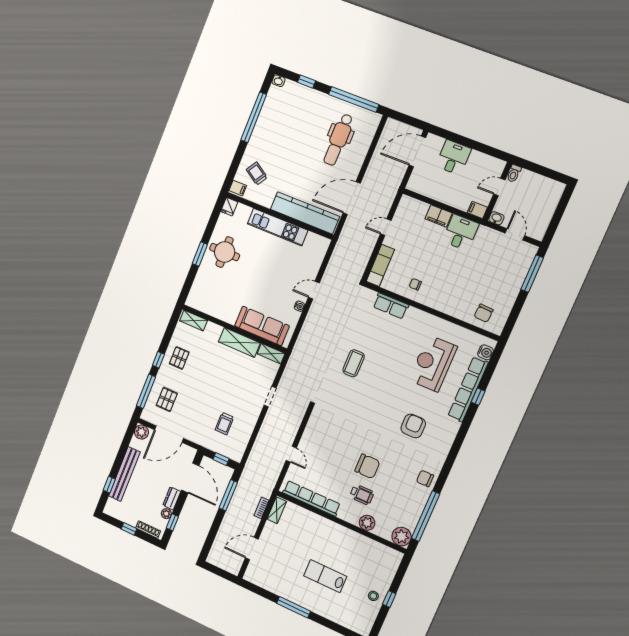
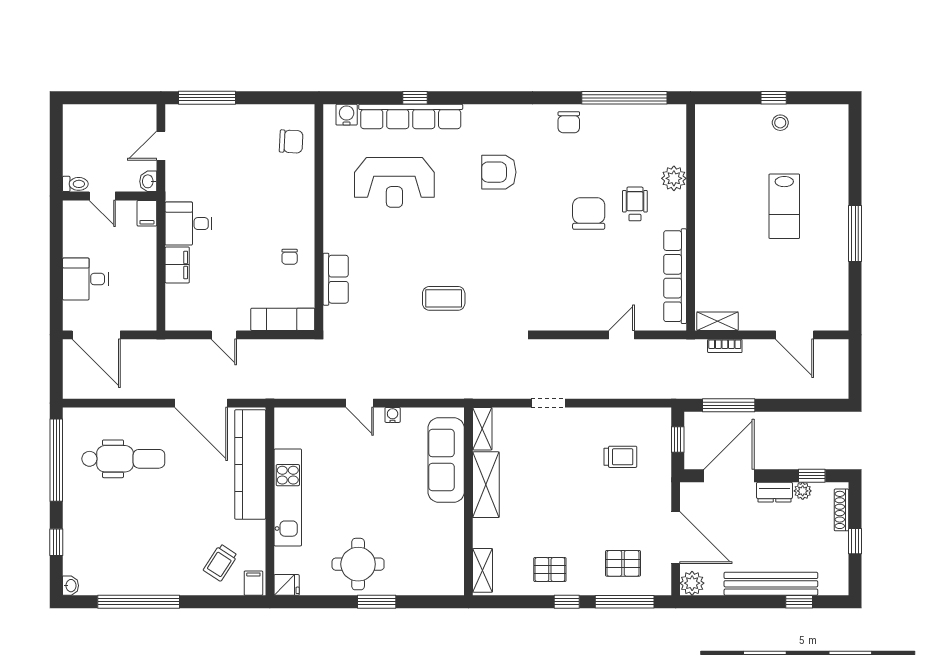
plant: (402, 537) -> (671, 119), removed

